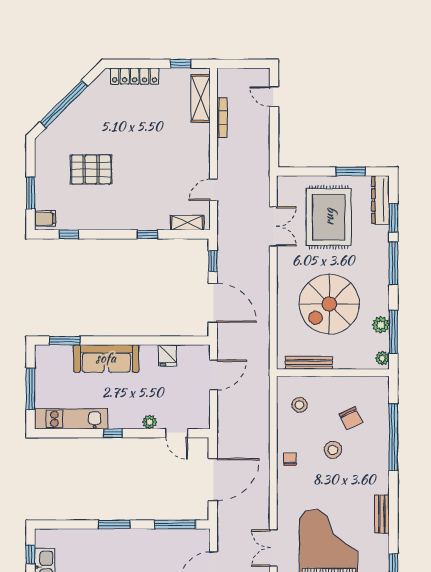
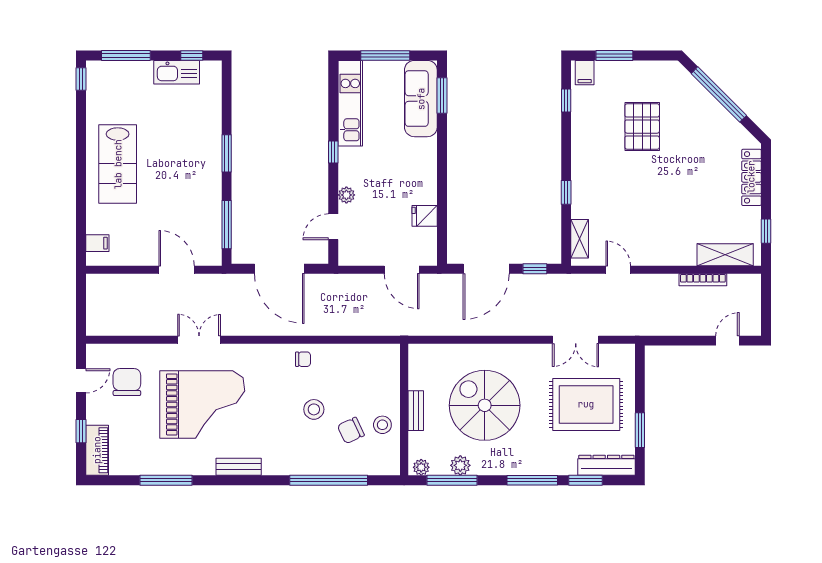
sofa: (106, 358) -> (421, 99), moved
bench: (309, 363) -> (416, 411), moved, width x0.73
stool: (299, 405) -> (382, 425), moved

